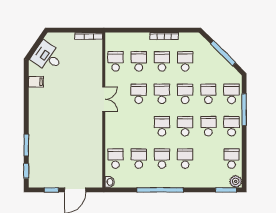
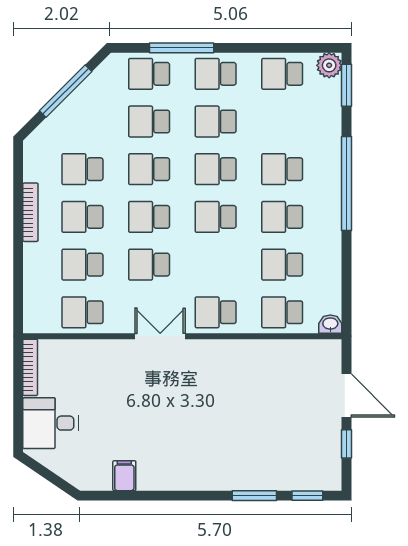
desk: (47, 57) -> (51, 423), moved, turned 56
school desk: (115, 126) -> (216, 312), added
window: (160, 190) -> (346, 183), moved

